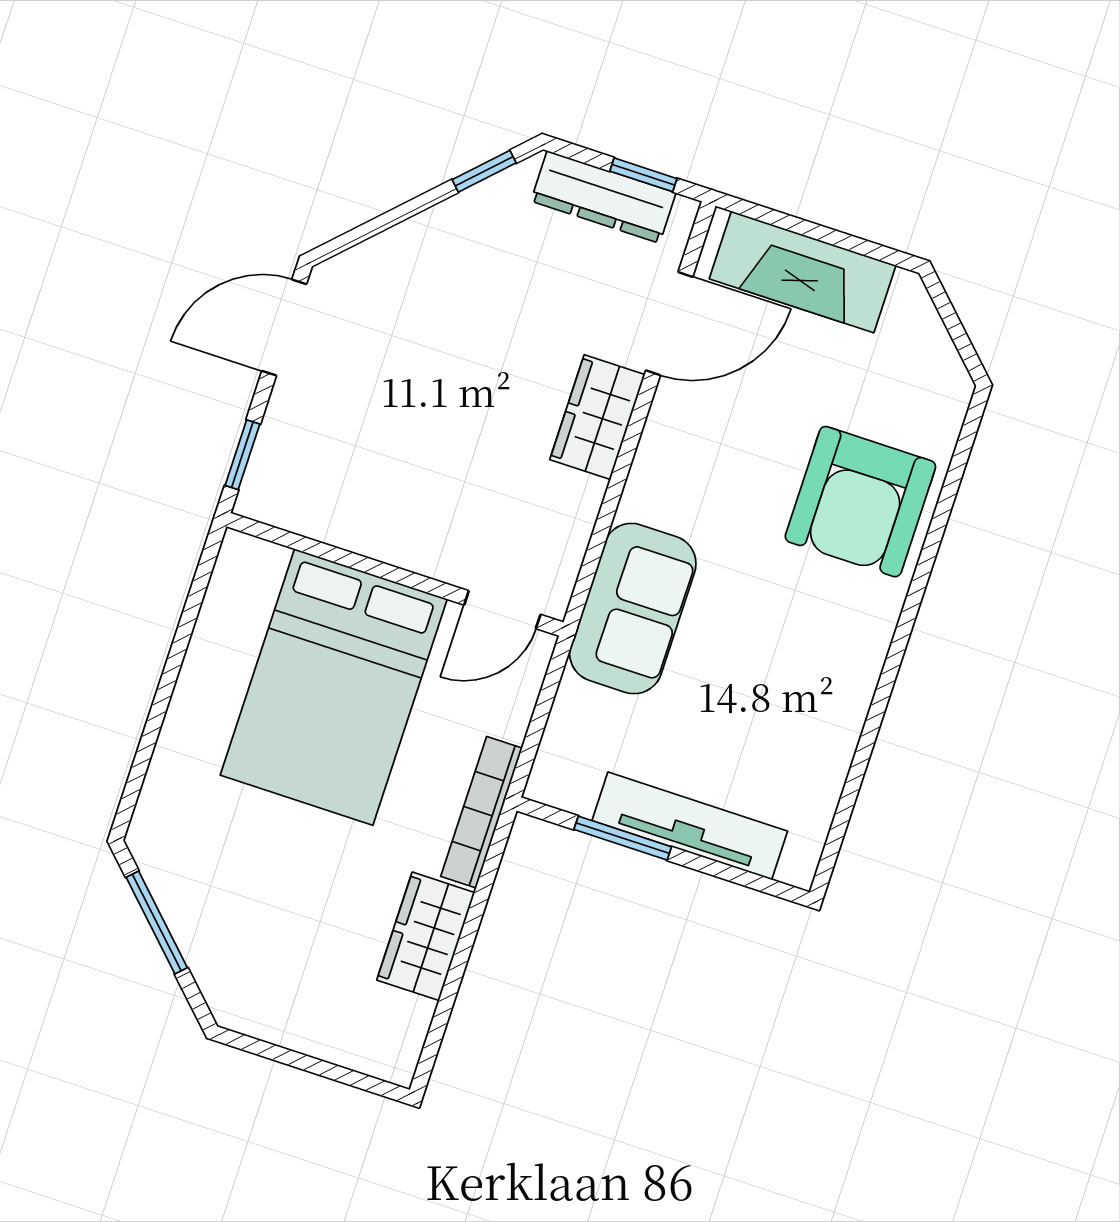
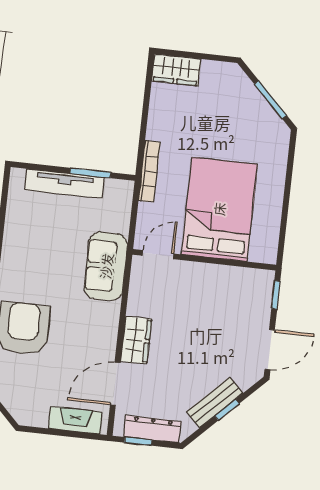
window: (484, 171) -> (227, 410), moved
bench: (442, 229) -> (215, 402), added
fireplace: (803, 272) -> (75, 420), width x0.73, depth x0.76
wardrobe: (426, 936) -> (176, 70), moved, turned 90

